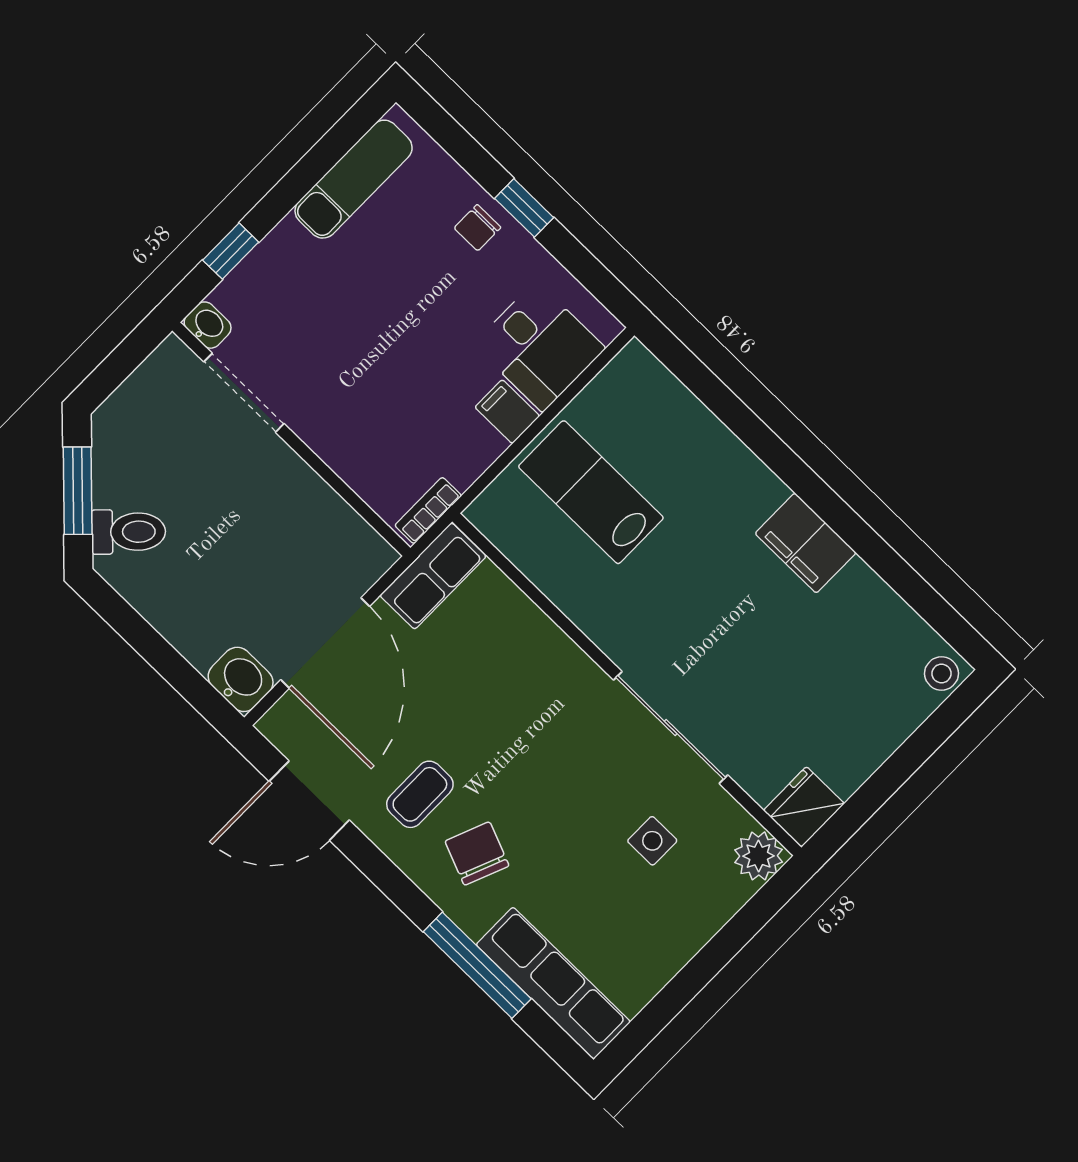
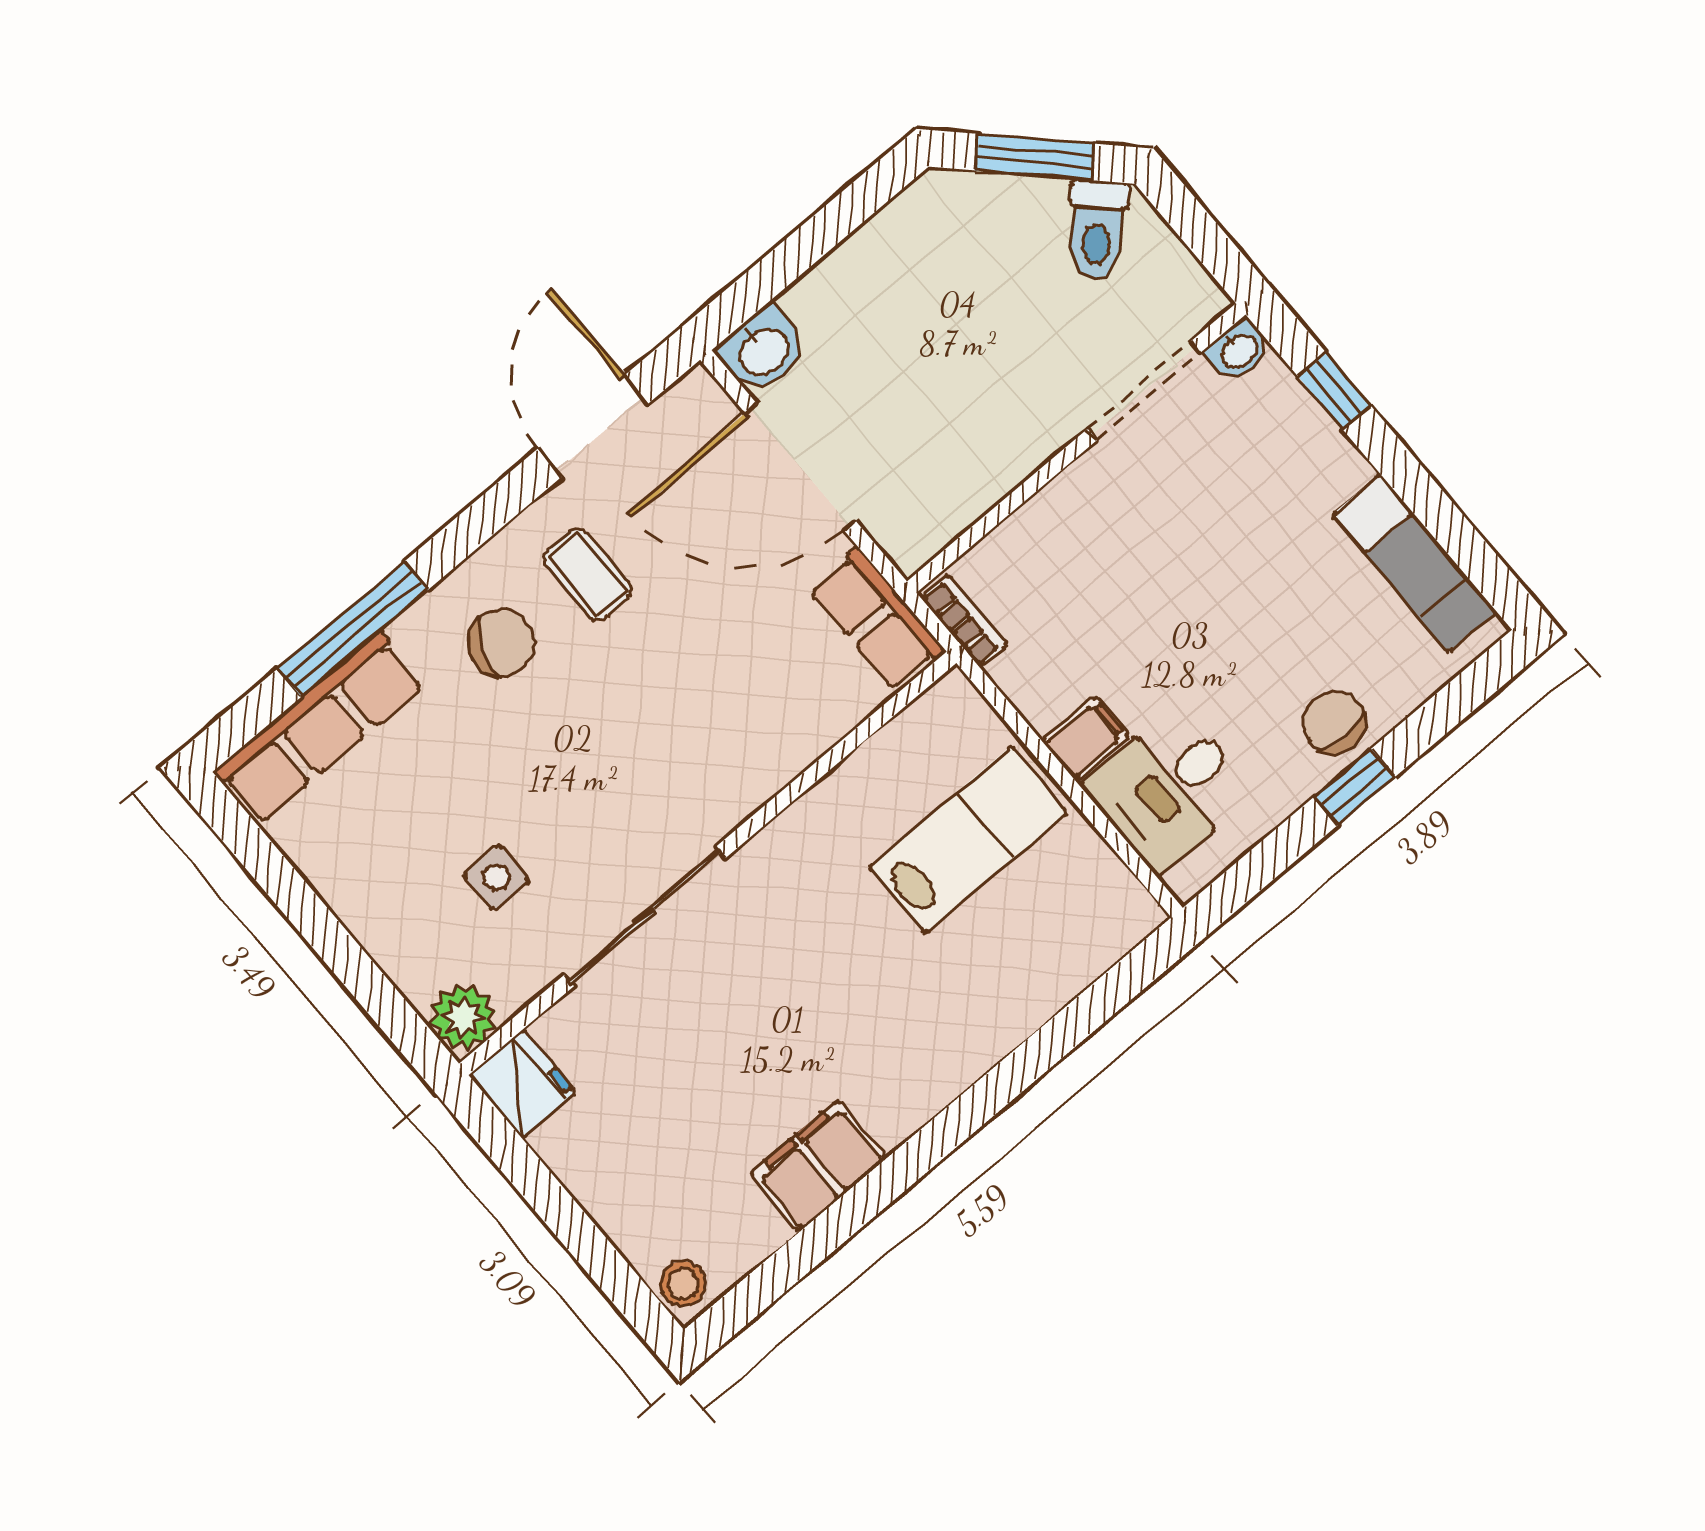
chair: (477, 228) -> (1334, 722), width x1.37, depth x1.37
toilet: (129, 532) -> (1097, 230), moved
filing cabinet: (806, 543) -> (818, 1166), moved

